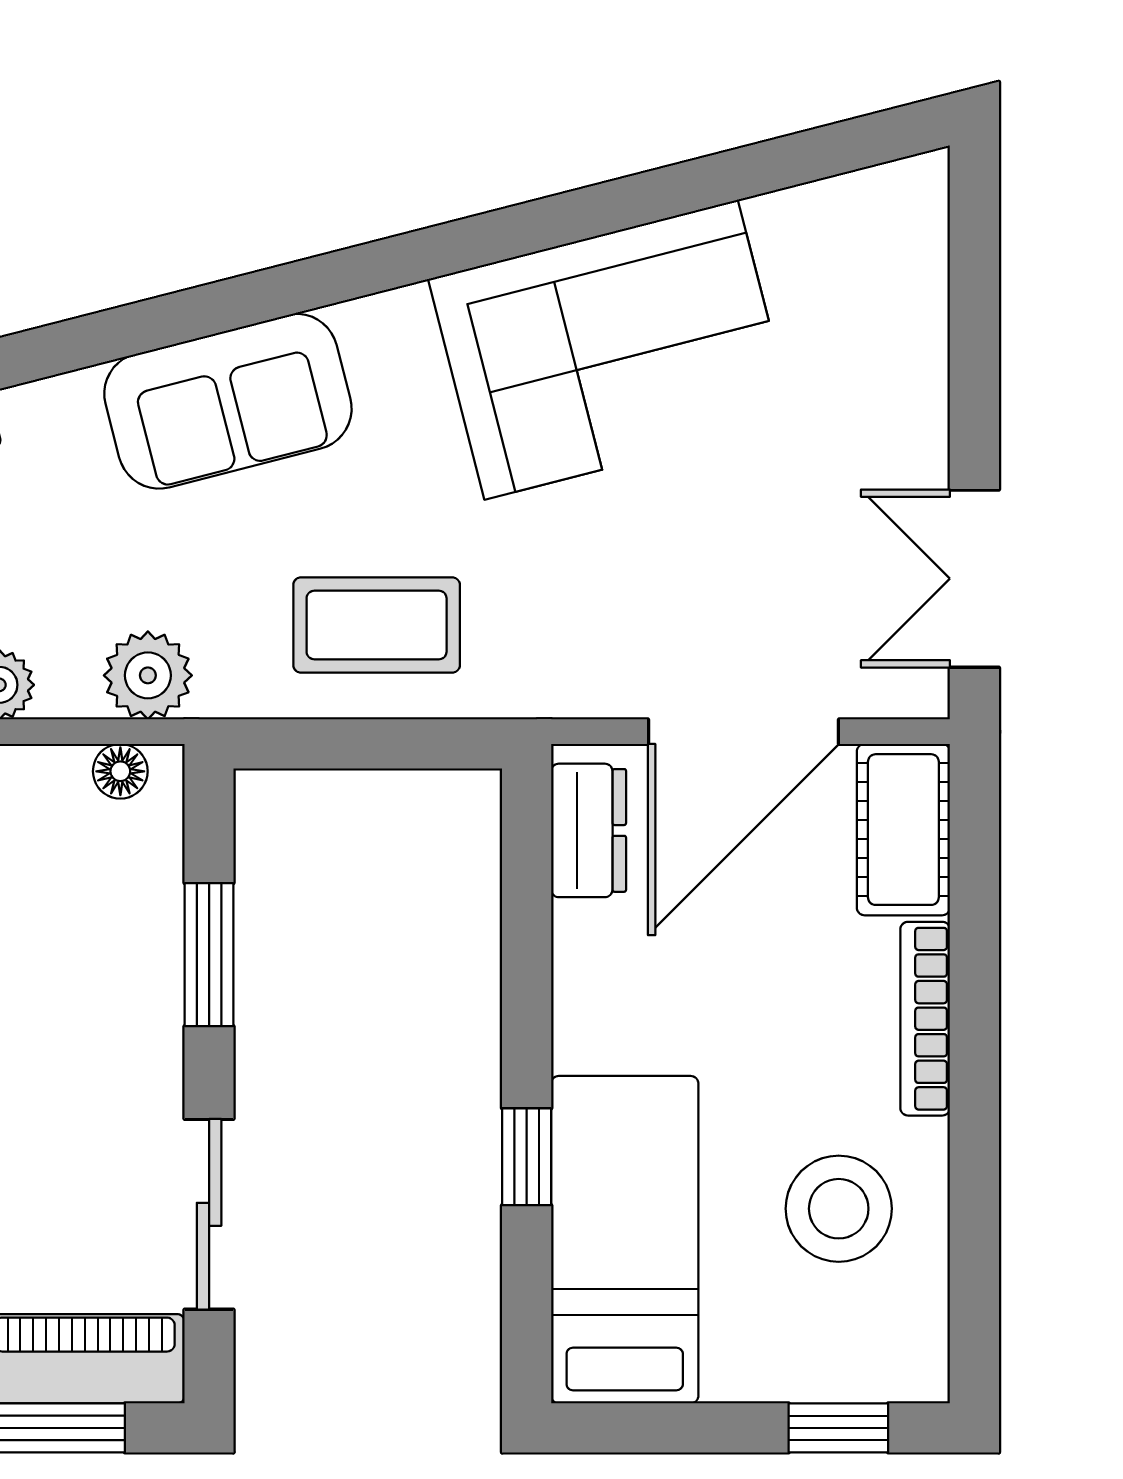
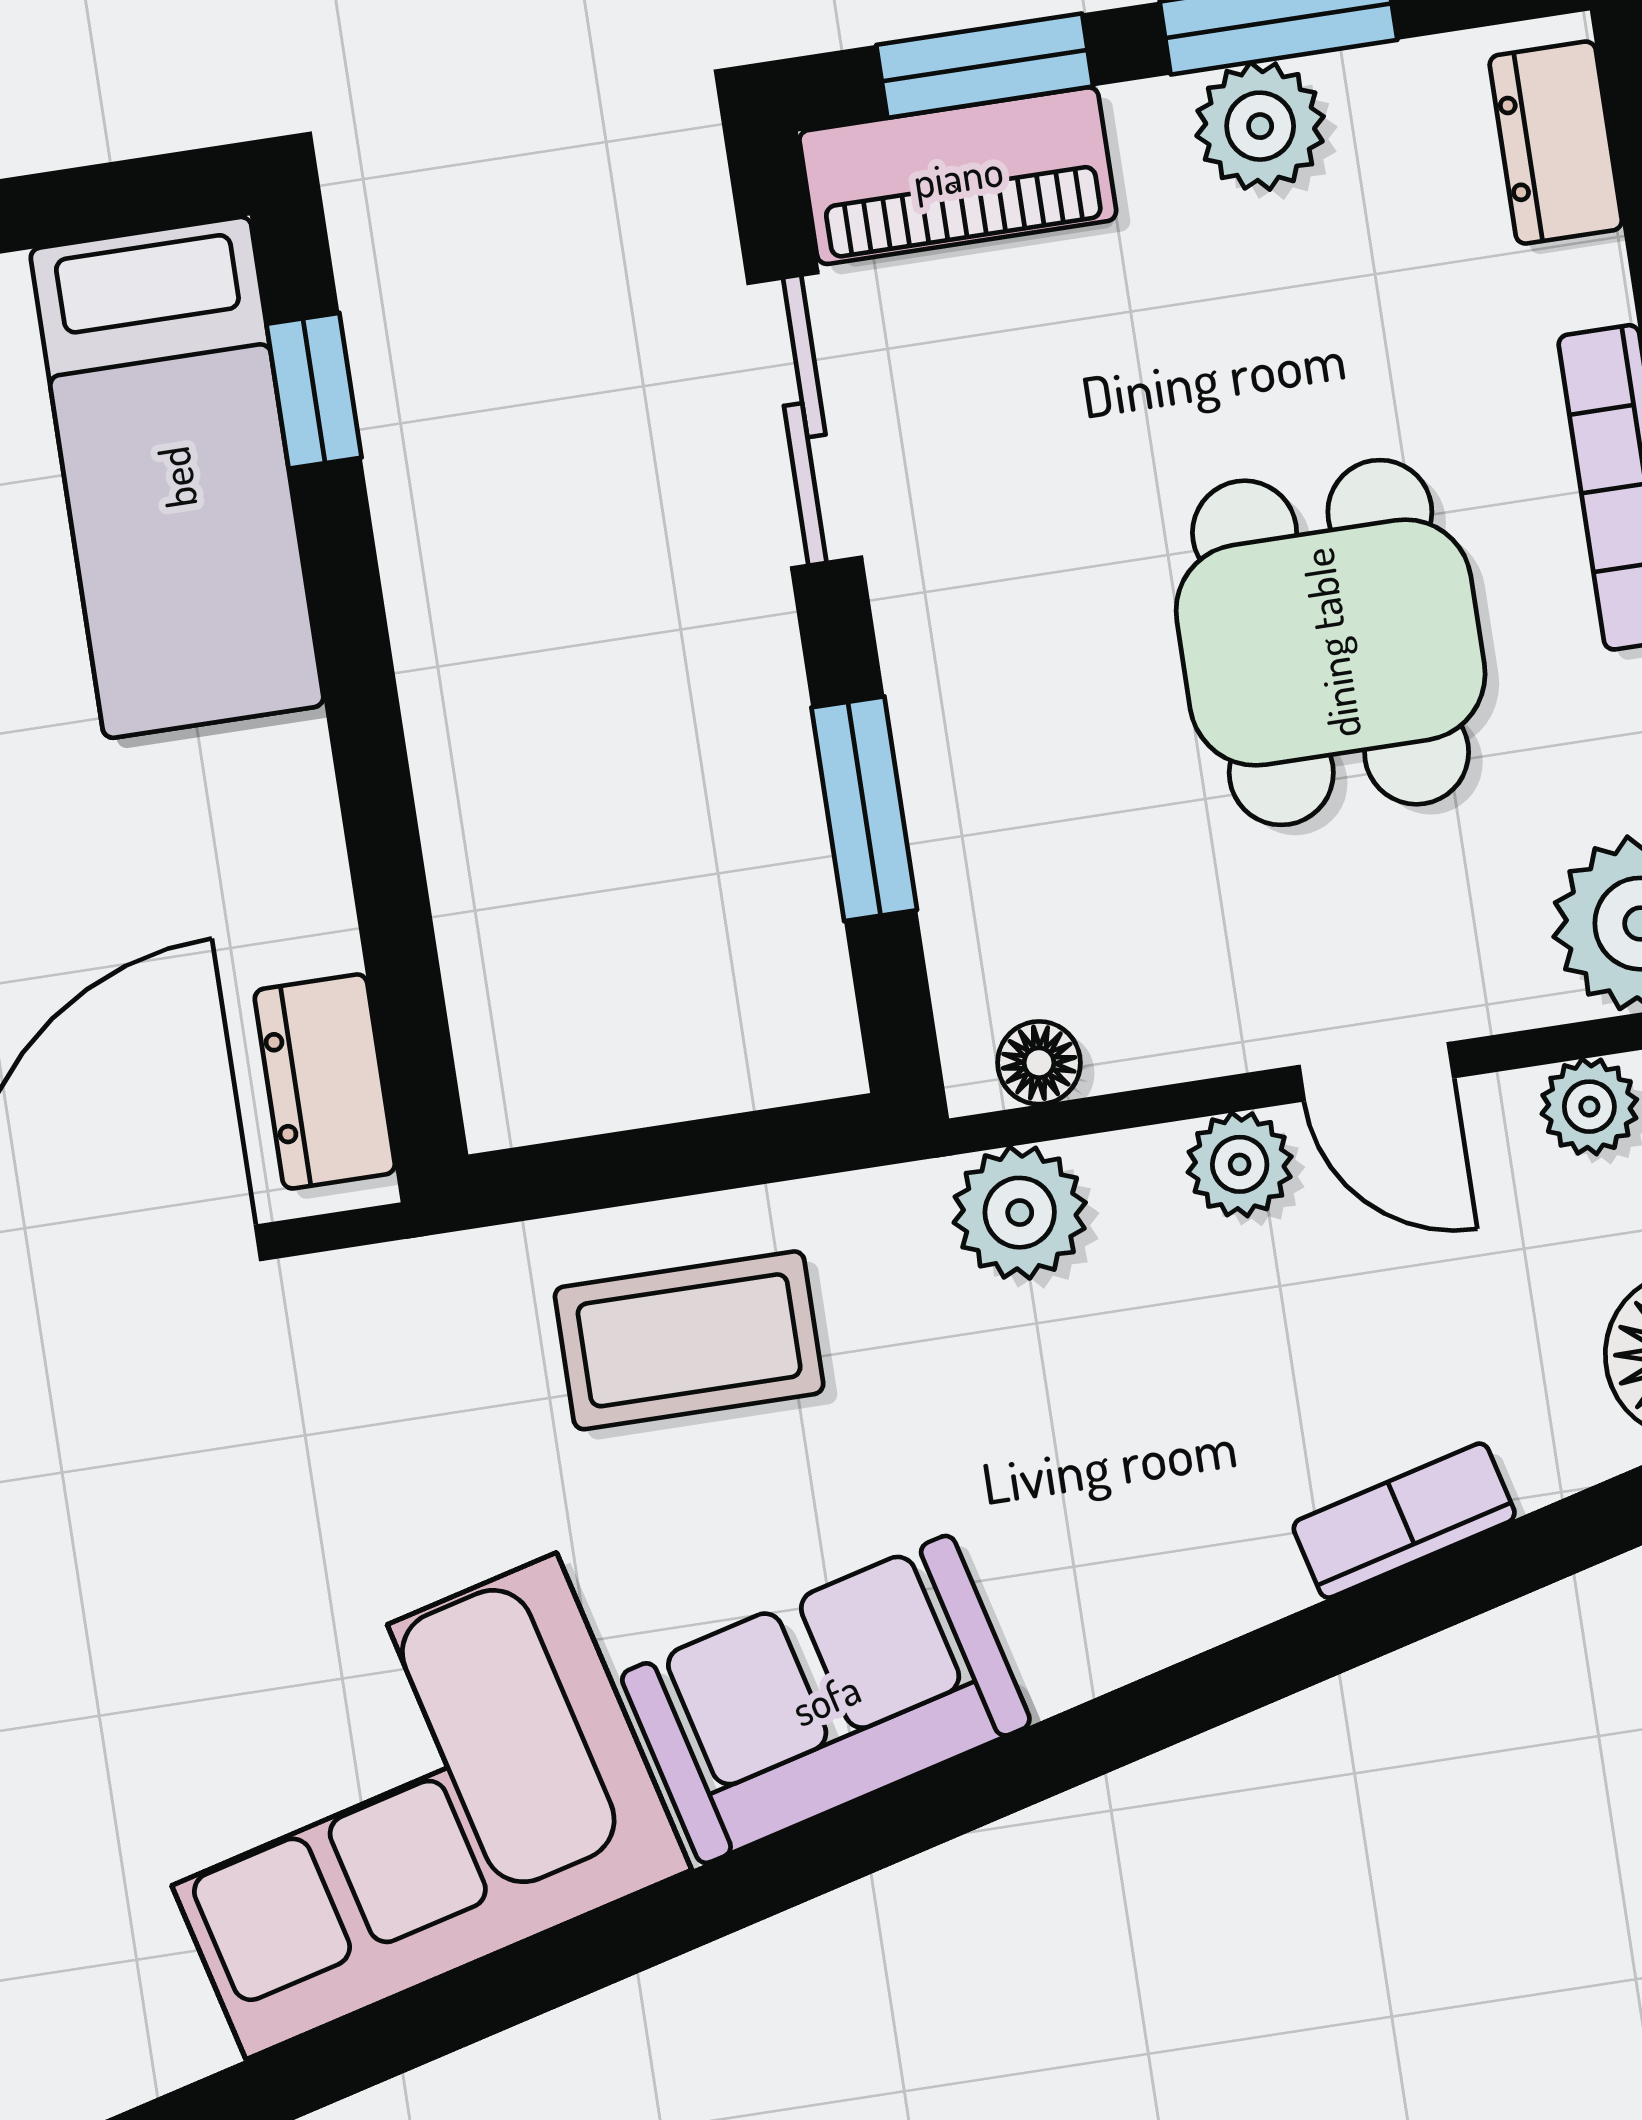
sofa: (228, 401) -> (826, 1699), moved
window: (527, 1157) -> (314, 391), moved

